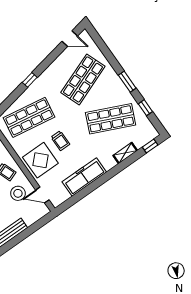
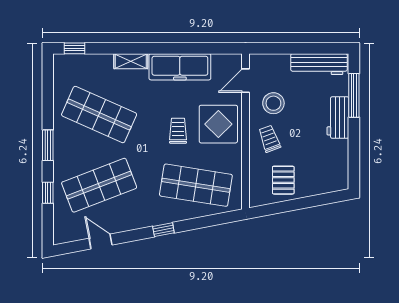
door: (70, 39) -> (101, 242), moved
window: (145, 108) -> (48, 193), moved
shelving: (125, 153) -> (131, 61), moved
door: (42, 195) -> (246, 81), swing flipped

